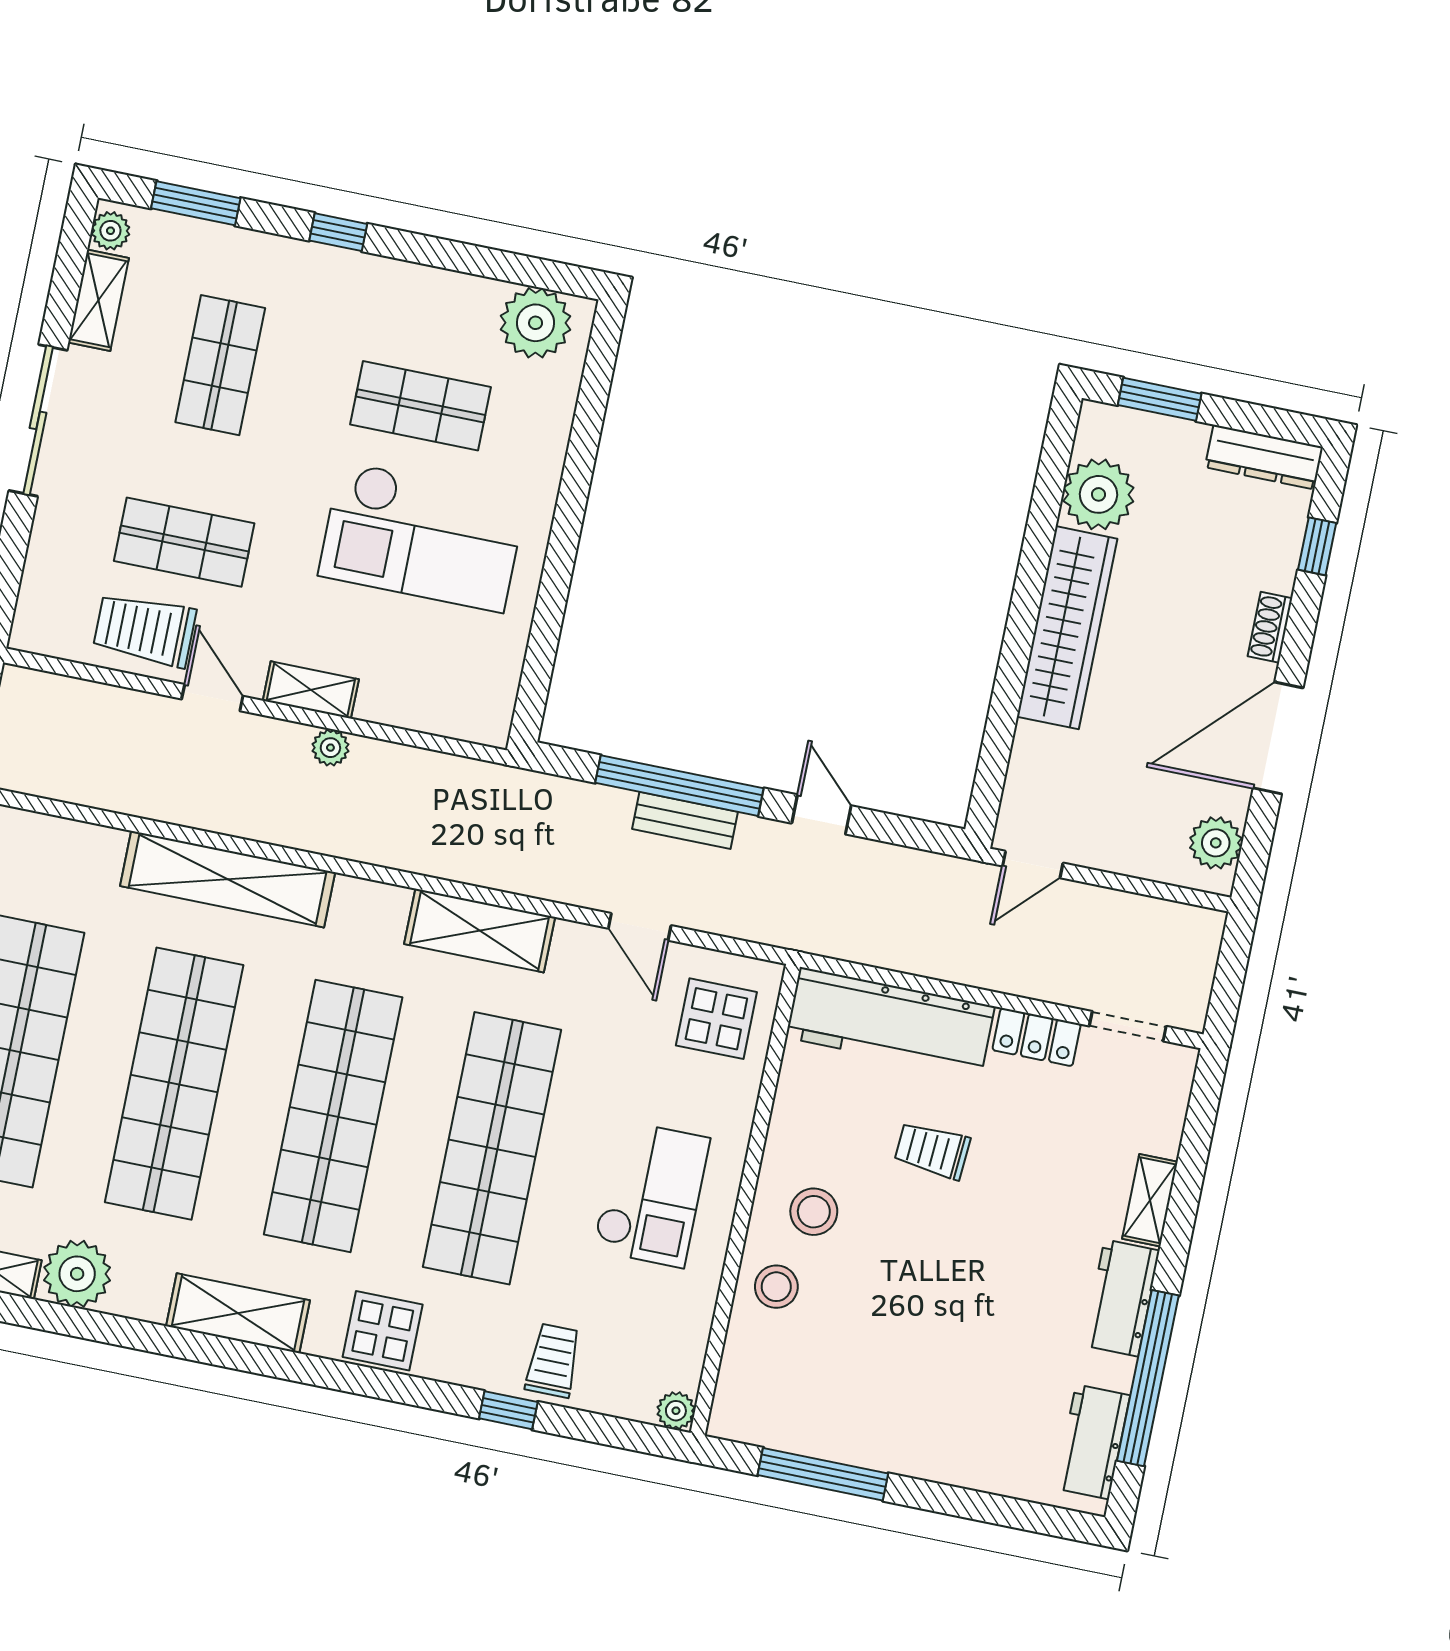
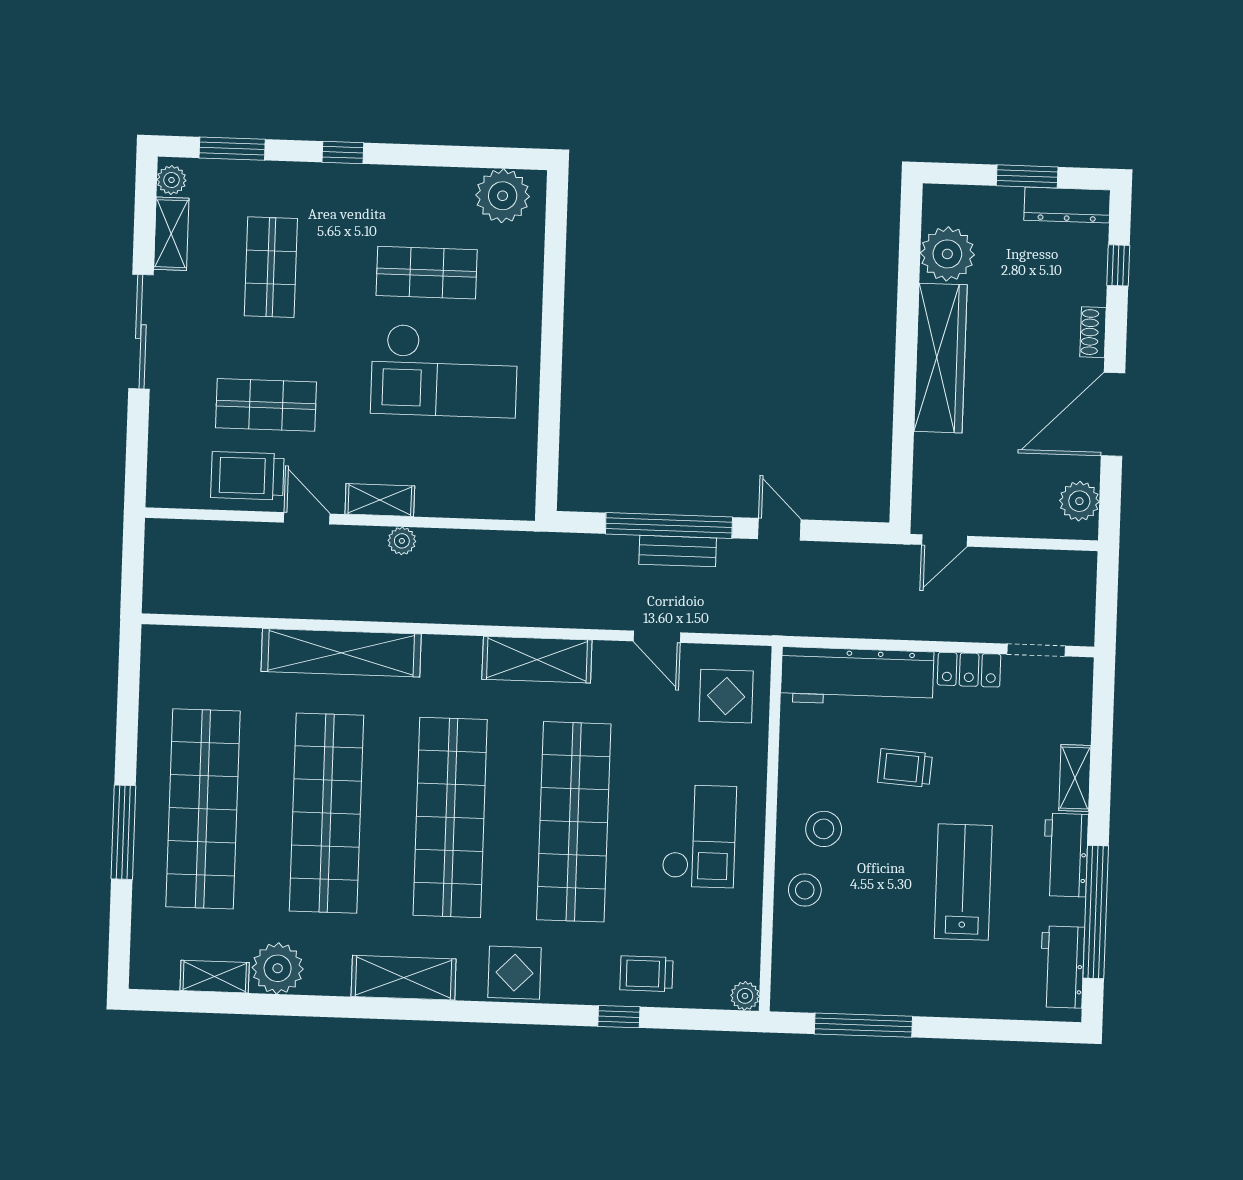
window: (1160, 399) -> (1027, 176), moved
lab bench: (983, 1311) -> (963, 882), added
trolley: (553, 1361) -> (646, 974), turned -90

